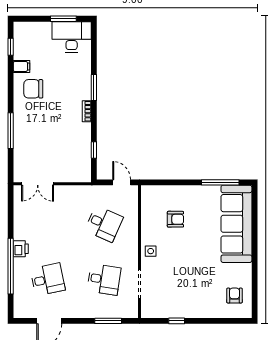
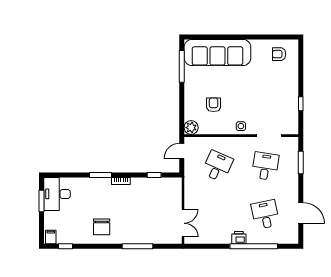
filing cabinet: (21, 66) -> (51, 237), moved
plant: (149, 193) -> (191, 128), added

